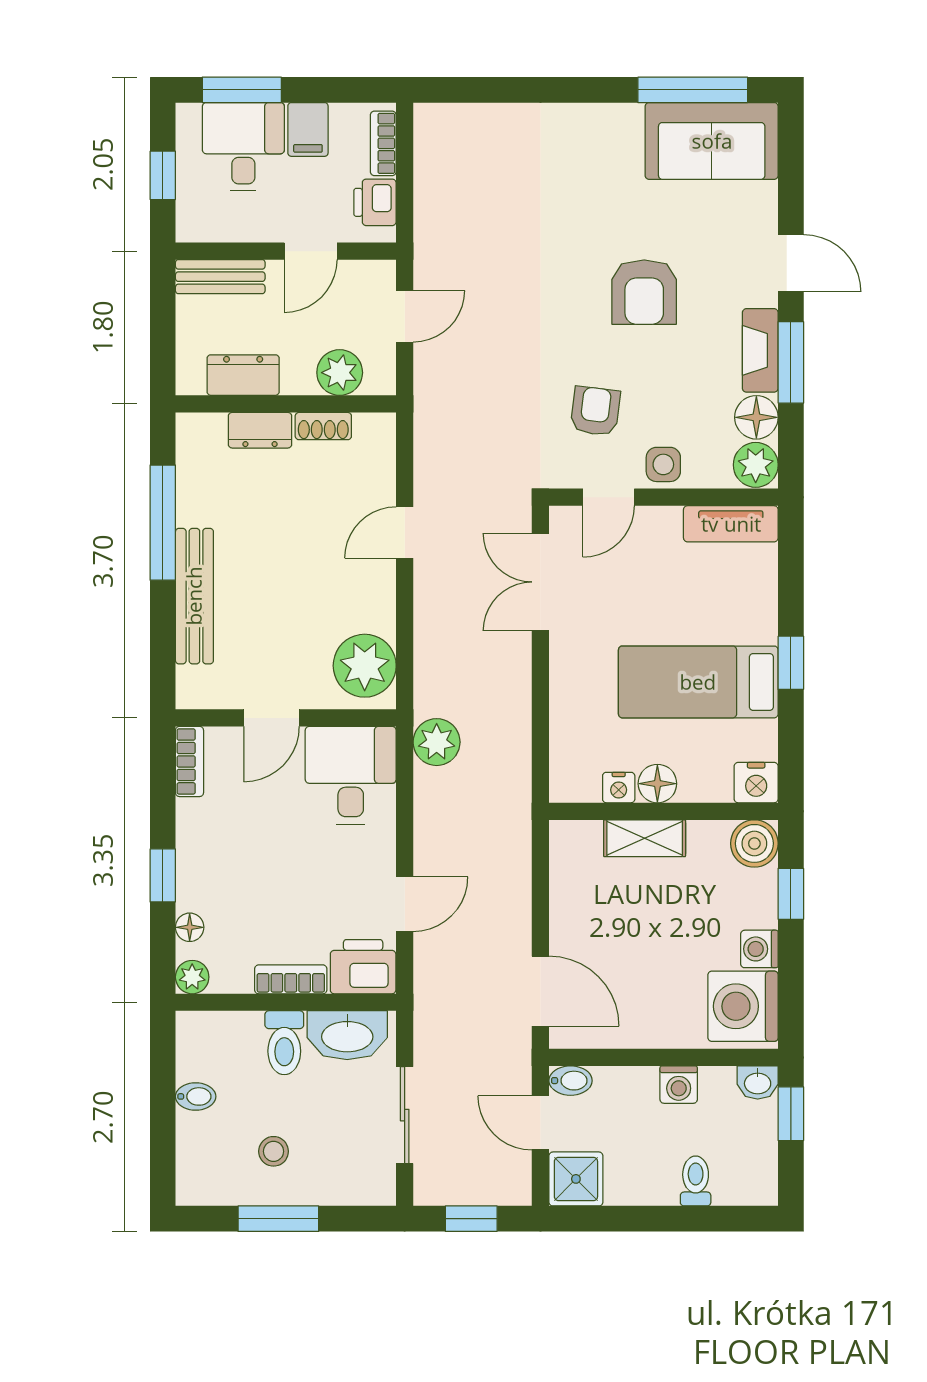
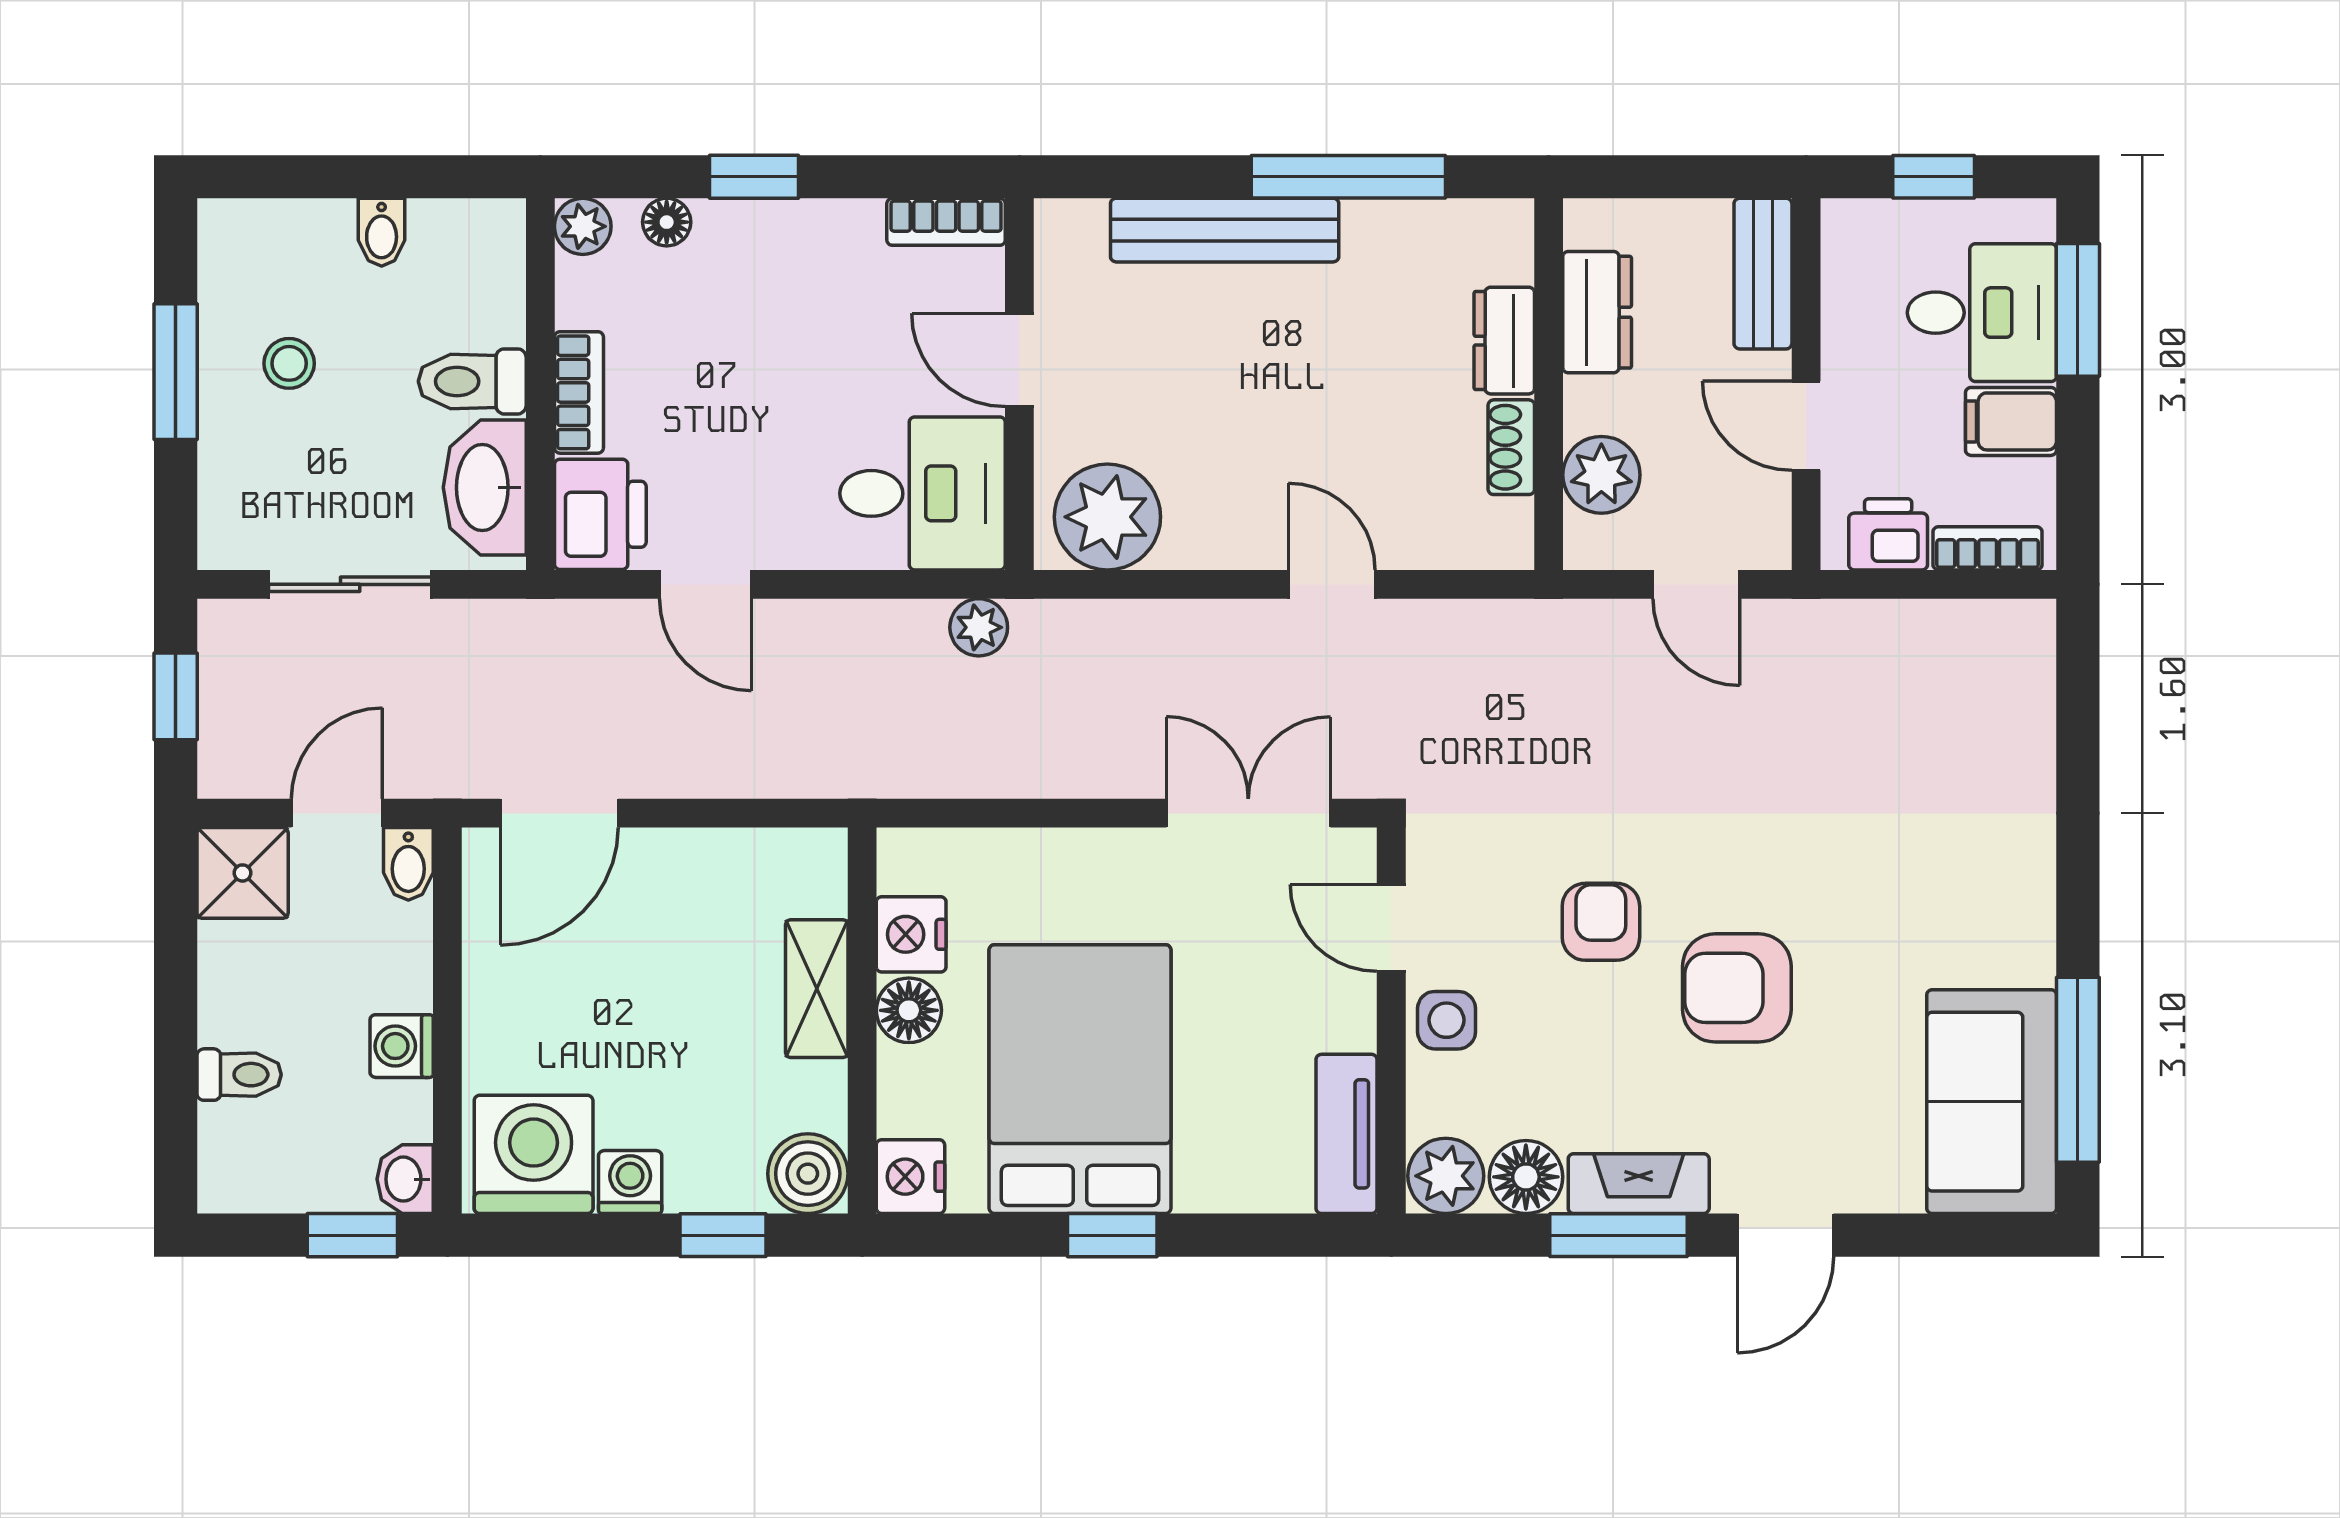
armchair: (595, 411) -> (1601, 922), moved, turned -97
bed: (698, 682) -> (1080, 1079), width x1.50
plant: (437, 742) -> (979, 627), width x0.73, depth x0.73
nightstand: (619, 788) -> (911, 934), width x1.39, depth x1.35

